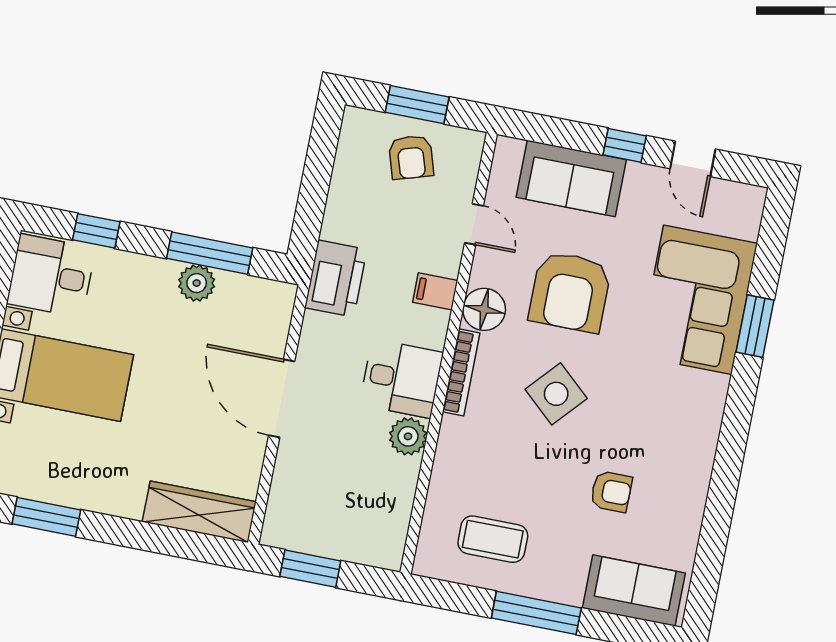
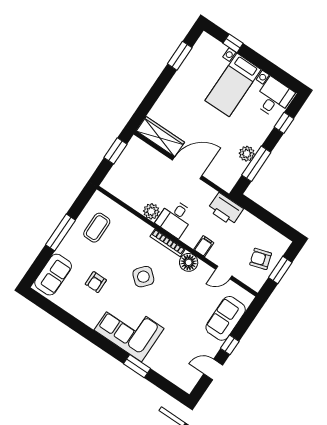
armchair: (570, 292) -> (181, 299), removed
corner sofa: (698, 300) -> (129, 329), moved
wardrobe: (199, 512) -> (160, 137), moved, turned -90

